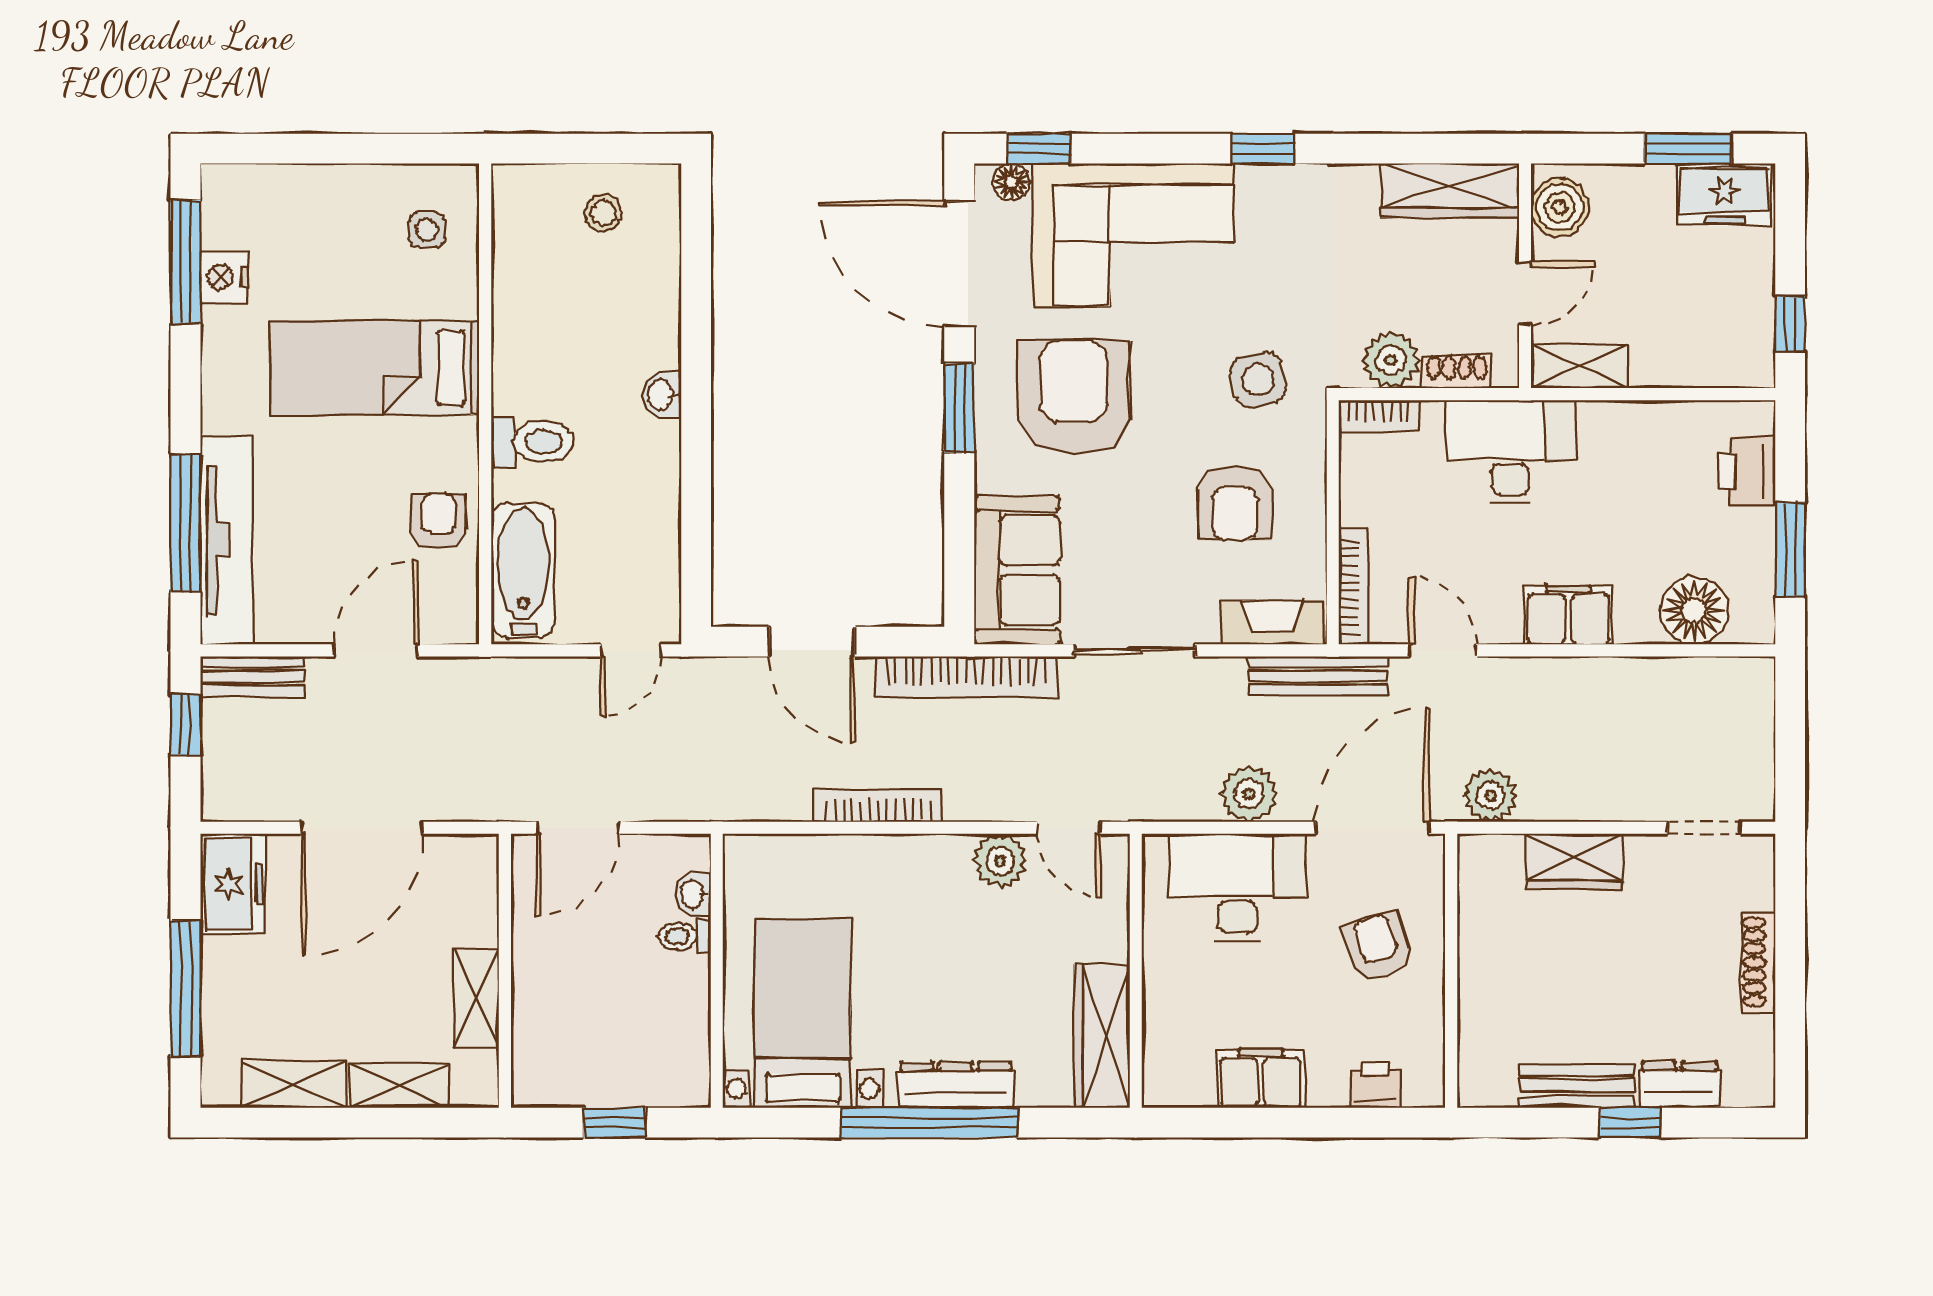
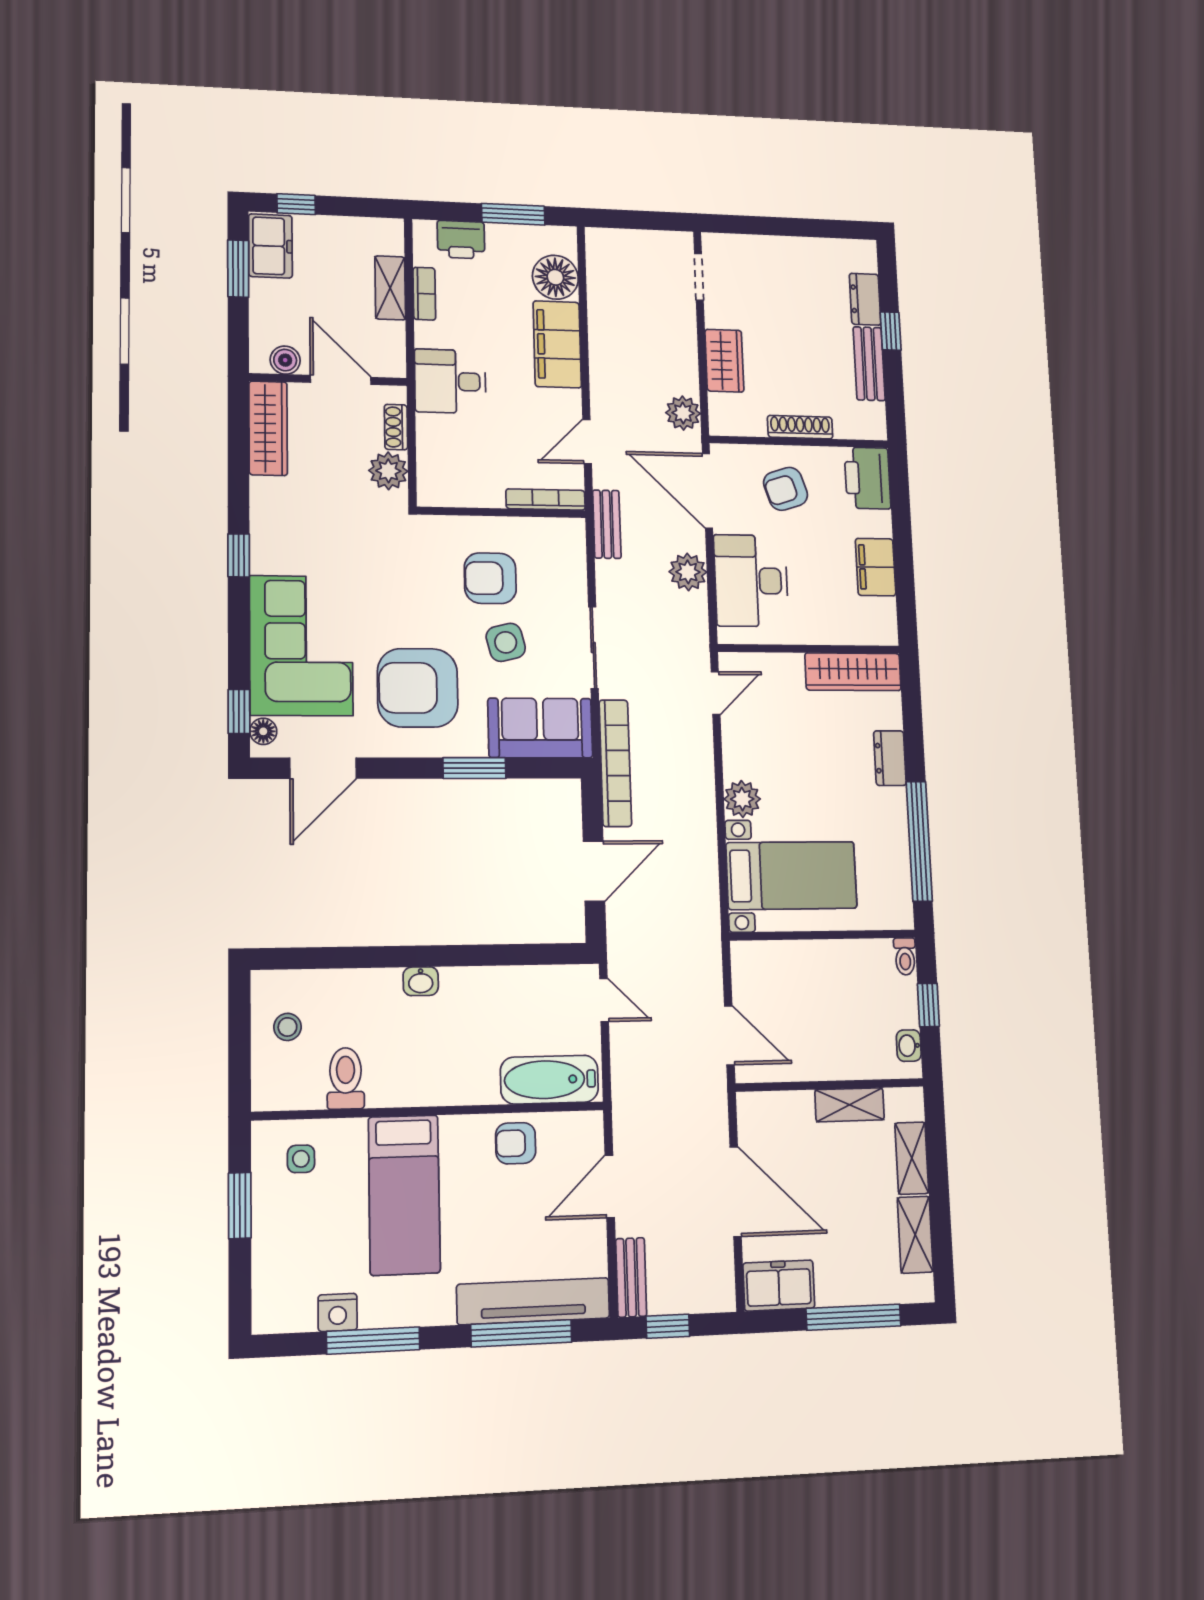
window: (368, 149) -> (240, 1205), added
boiler: (1560, 207) -> (285, 360), width x0.73, depth x0.73
window: (186, 262) -> (373, 1341), moved
door: (959, 264) -> (323, 768), width x0.73
door: (1525, 294) -> (341, 380), width x1.38
window: (1790, 324) -> (296, 204), moved
shelving: (1579, 366) -> (390, 288), moved
side table: (1258, 379) -> (506, 642), moved
window: (959, 408) -> (474, 768), moved
bookcase: (1379, 416) -> (424, 294), moved
toilet: (532, 442) -> (346, 1078), moved
desk: (1510, 451) -> (450, 381), width x0.73
armchair: (1235, 504) -> (490, 578), turned 180
filing cabinet: (1568, 615) -> (557, 344), width x1.50, depth x1.17
fireplace: (1273, 623) -> (572, 554), removed
door: (376, 650) -> (610, 1186), hinge flipped
bench: (1318, 676) -> (607, 524), width x0.73
bookcase: (878, 806) -> (706, 824), removed
plant: (1000, 861) -> (742, 799), moved
washbasin: (693, 894) -> (909, 1046), moved, turned 90
toilet: (684, 936) -> (905, 956), moved
shoe rack: (1759, 962) -> (800, 427), moved, turned 180
bed with nightstands: (803, 1013) -> (791, 875), moved, turned 180
dresser: (956, 1085) -> (890, 758), width x0.70
printer: (1376, 1085) -> (868, 478), width x1.87, depth x1.48
window: (929, 1123) -> (919, 841), moved

